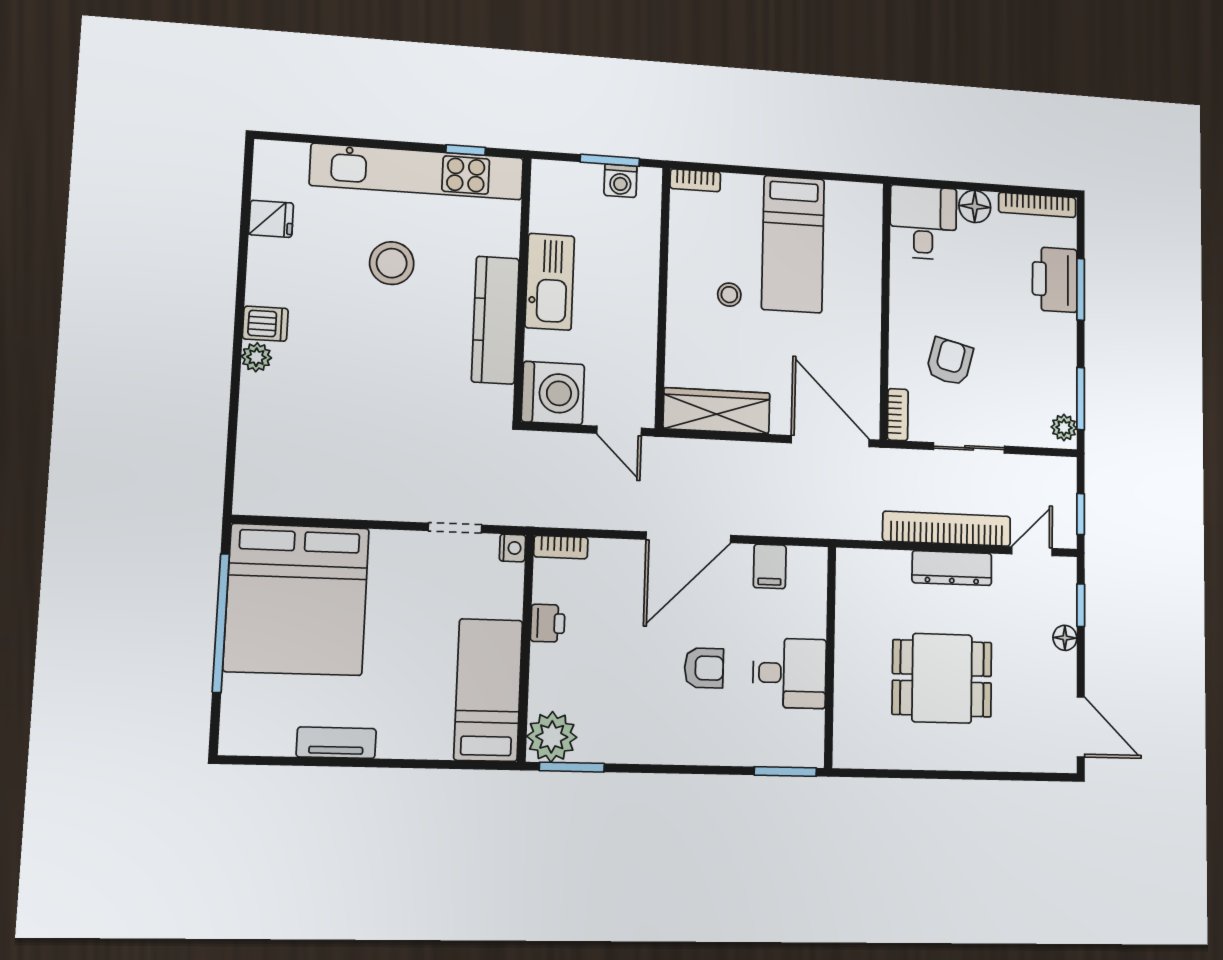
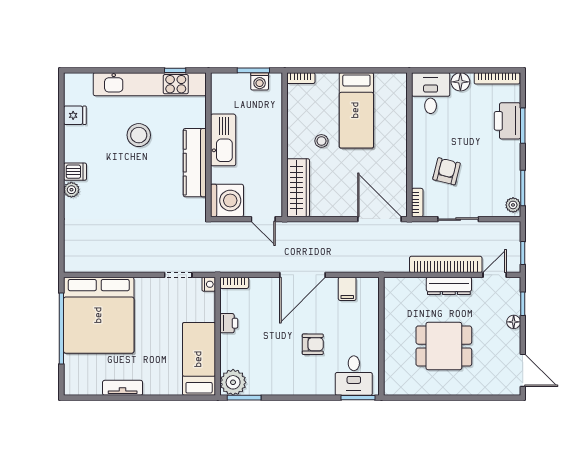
wardrobe: (717, 411) -> (298, 188), moved, turned 90
desk: (790, 673) -> (354, 376), moved, turned 90

